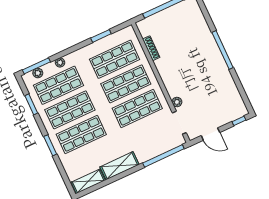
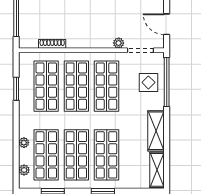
window: (36, 66) -> (16, 168), removed
door: (210, 134) -> (167, 24), swing flipped
display table: (156, 141) -> (148, 82), added

